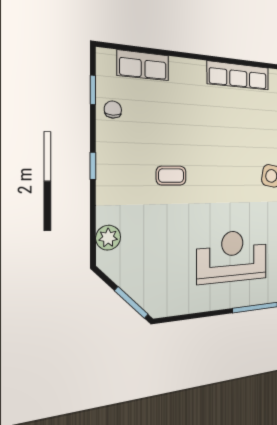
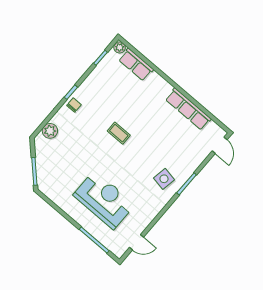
plant: (106, 57) -> (120, 47), added
chair: (113, 110) -> (74, 105), moved
coffee table: (171, 176) -> (119, 133), moved

